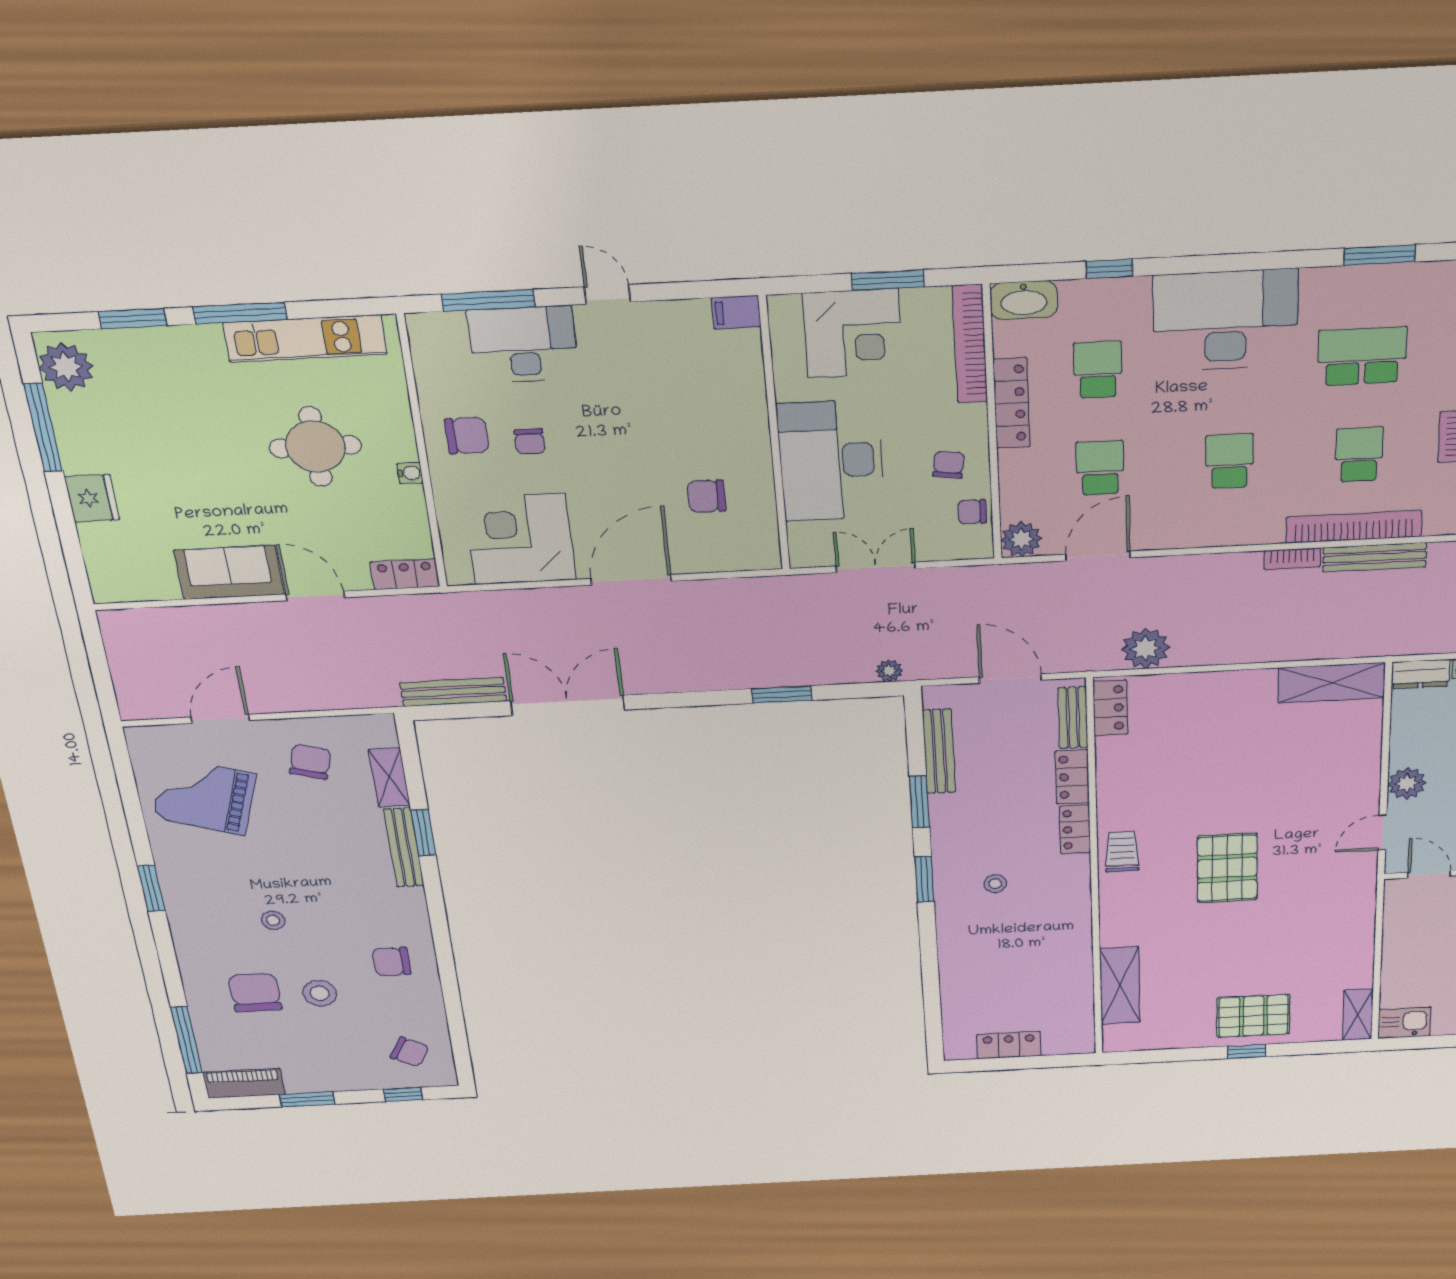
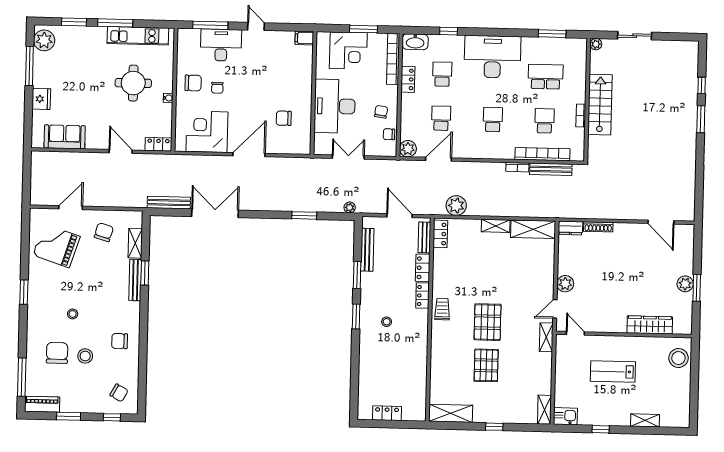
locker: (1012, 403) -> (408, 79), width x0.66
sofa: (229, 572) -> (65, 137), moved
shelving: (1242, 682) -> (496, 226), added
shelving: (1362, 886) -> (546, 337), added
shelving: (1120, 985) -> (451, 413), moved, turned 90
pallet: (1253, 1016) -> (486, 365), moved, turned 90

